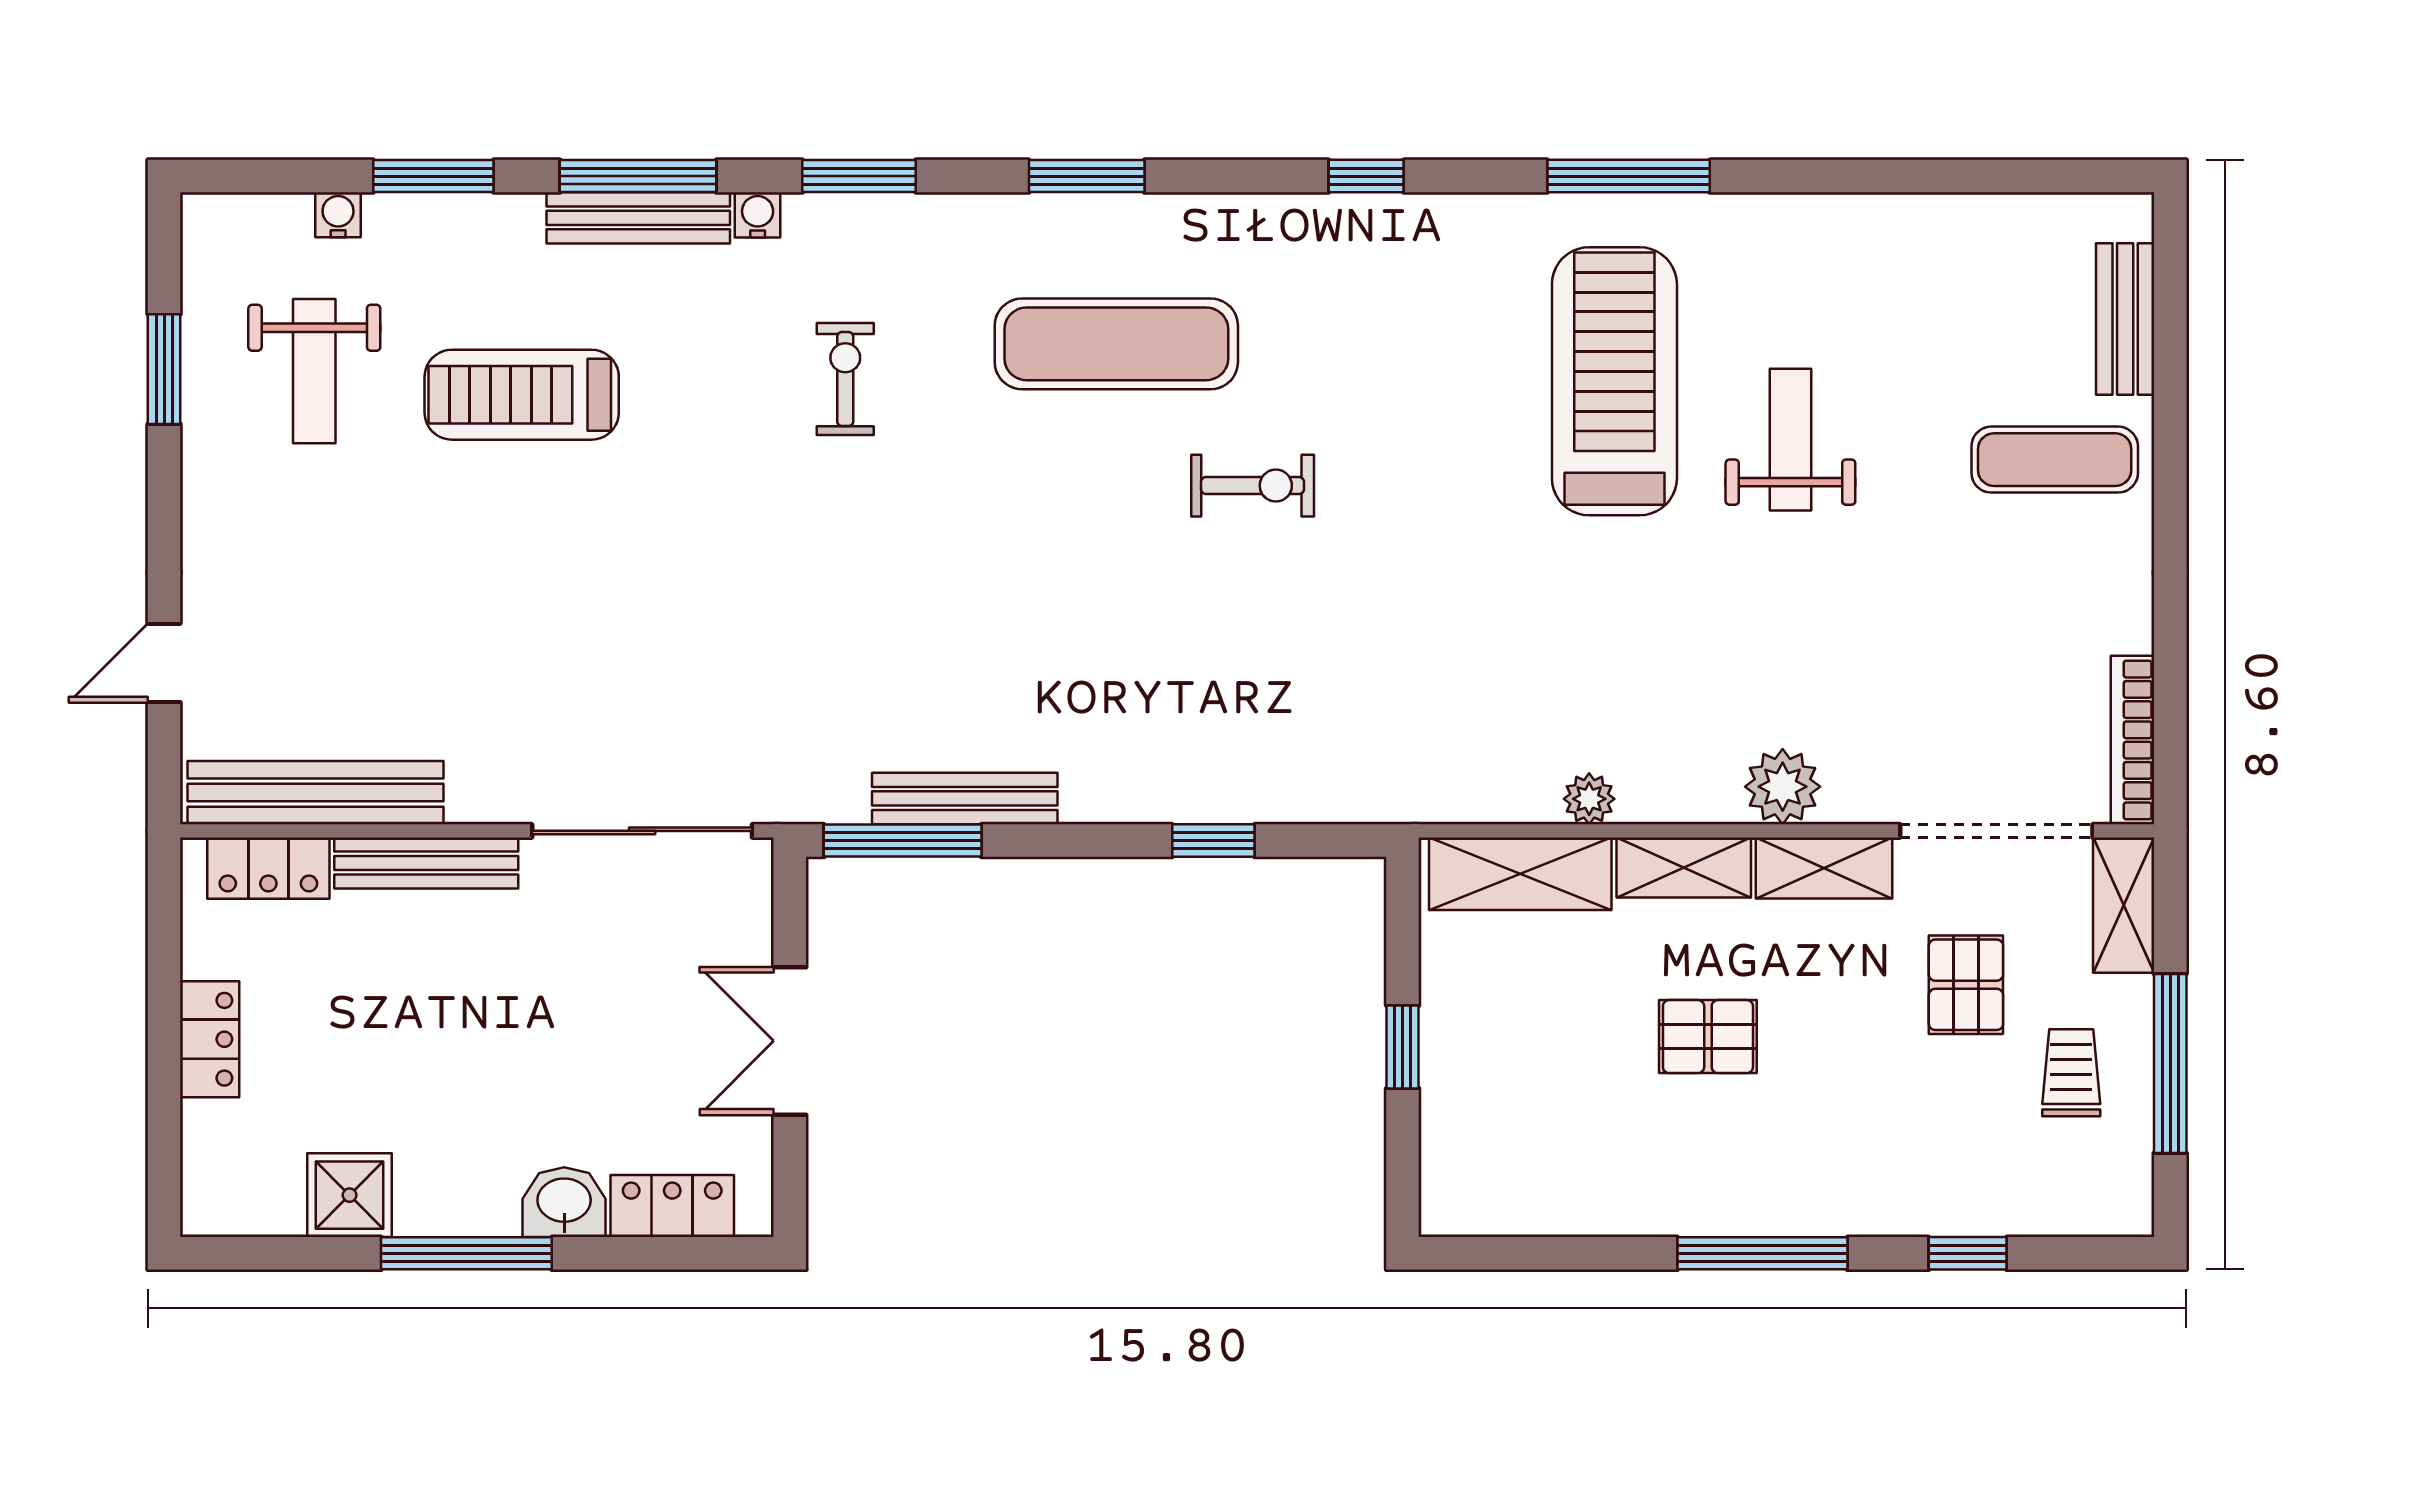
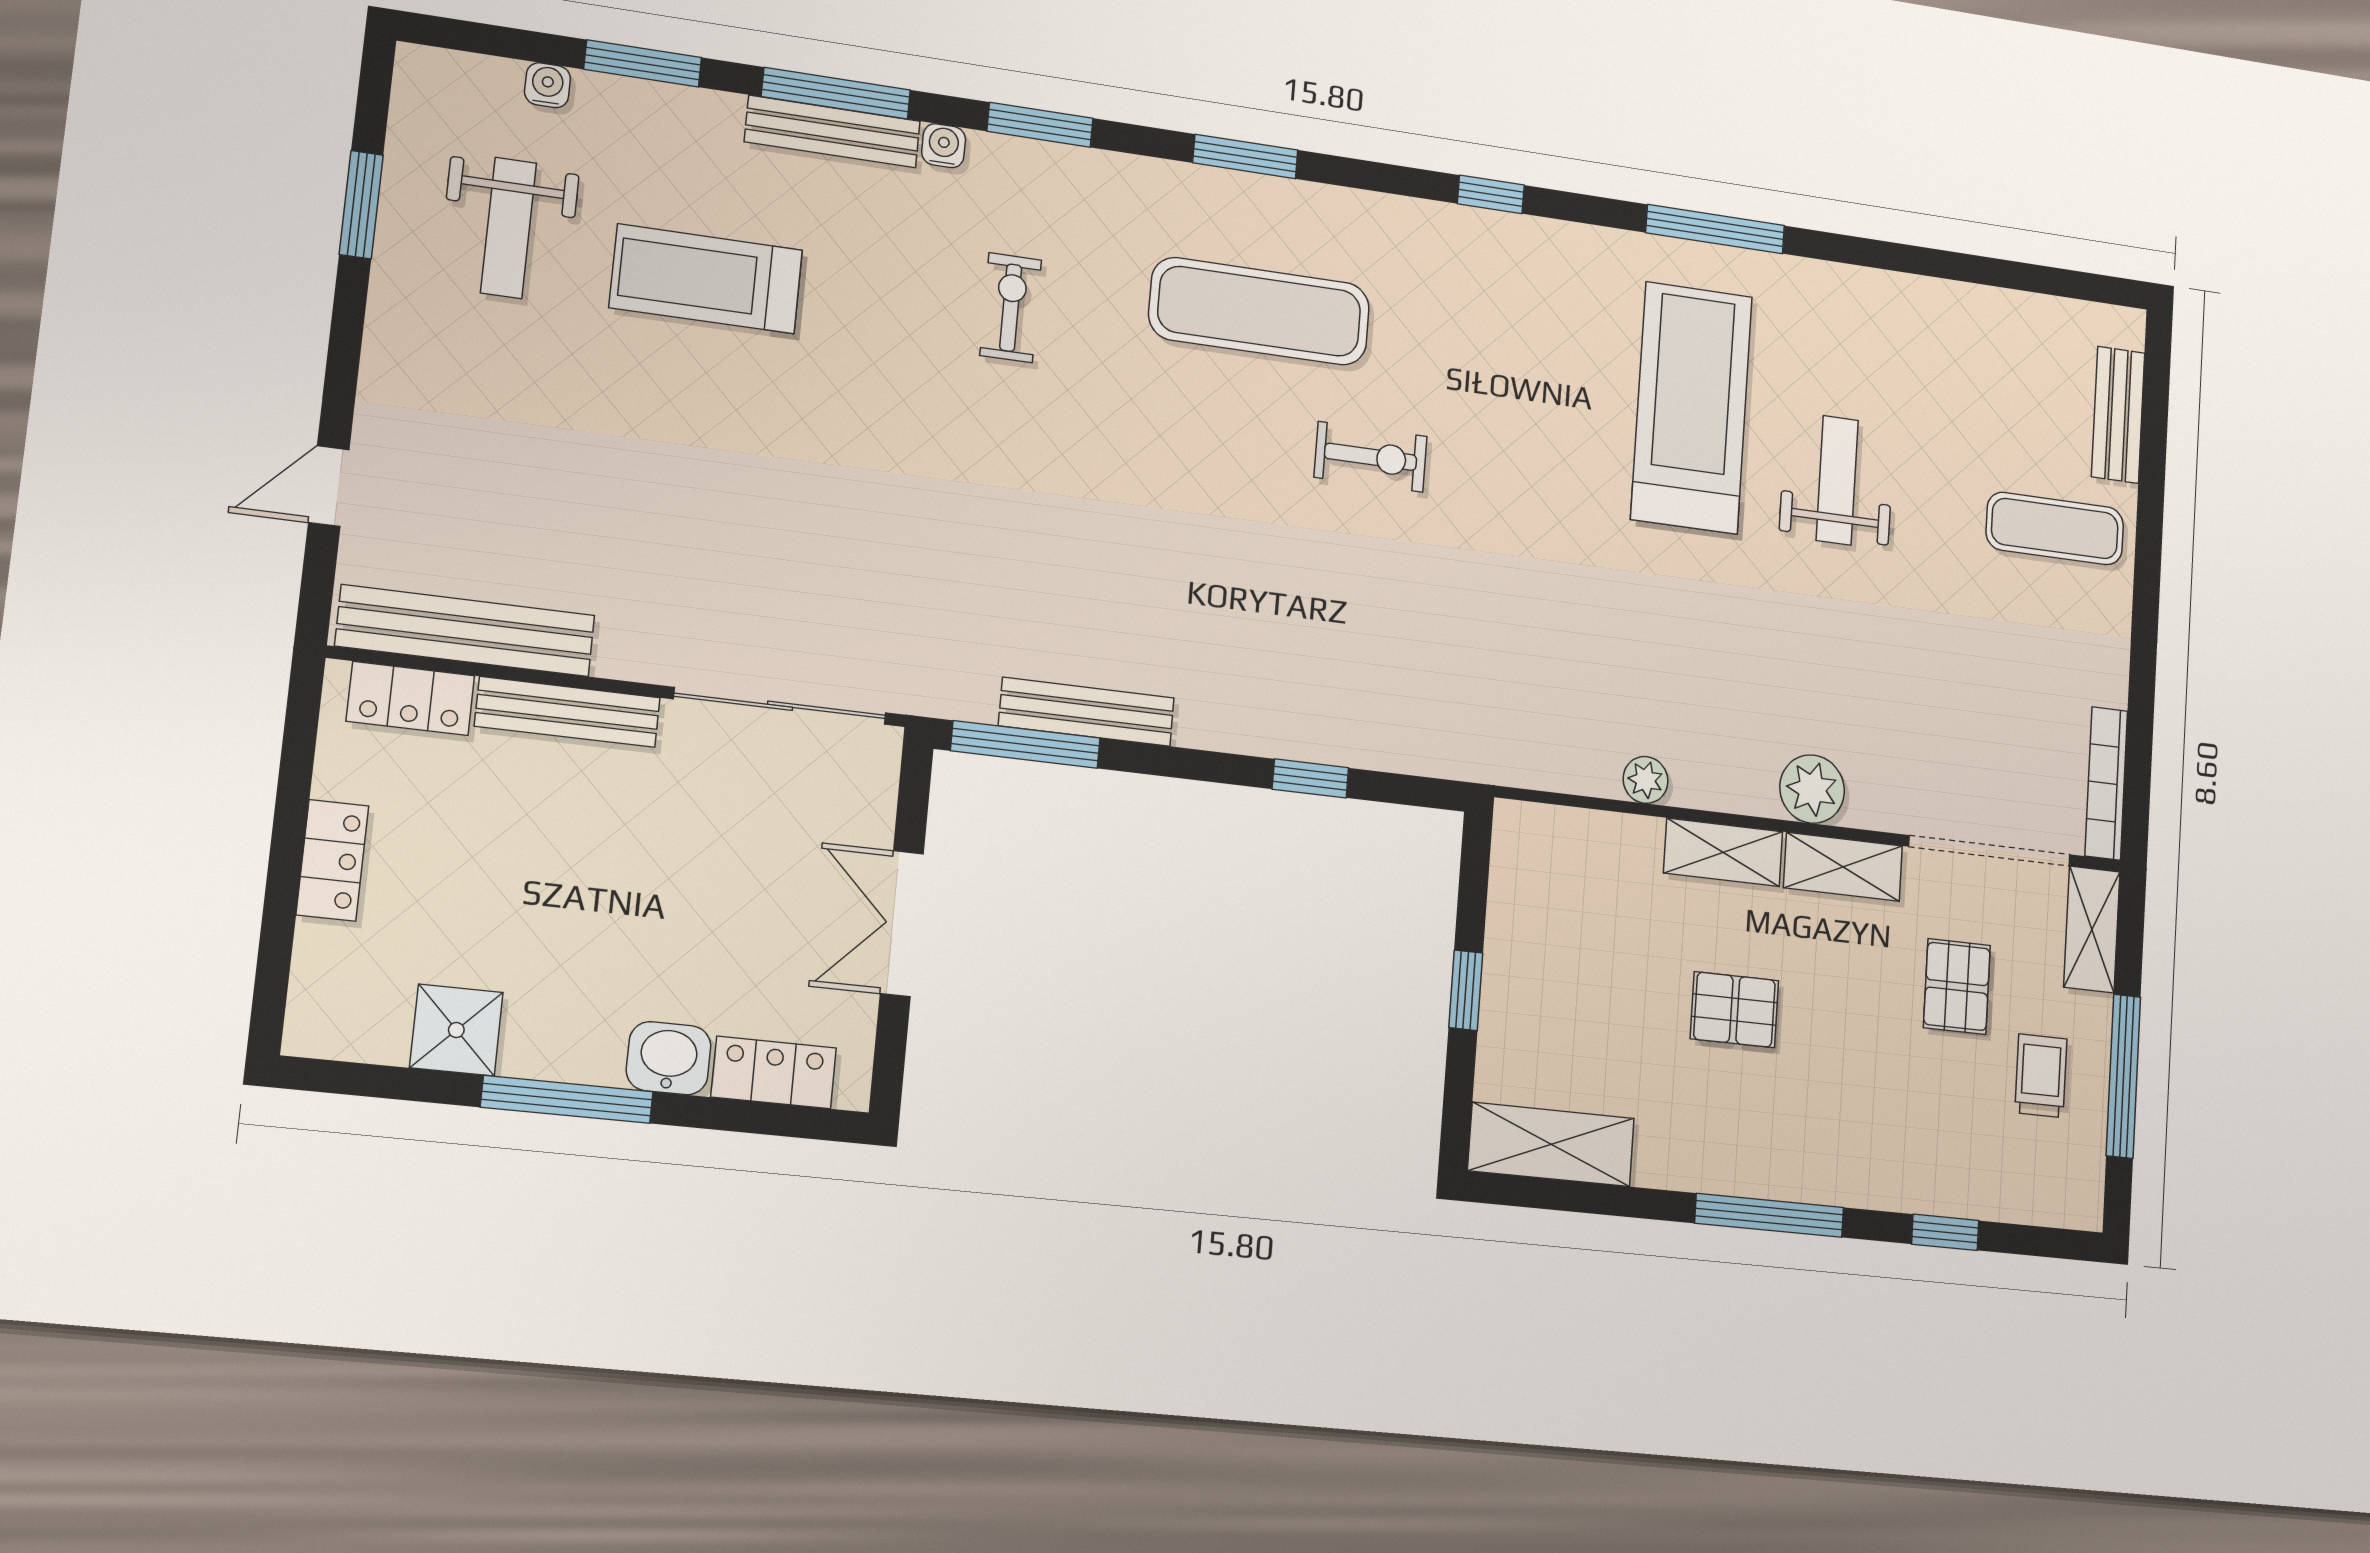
shelving: (1520, 874) -> (1551, 1144), moved

